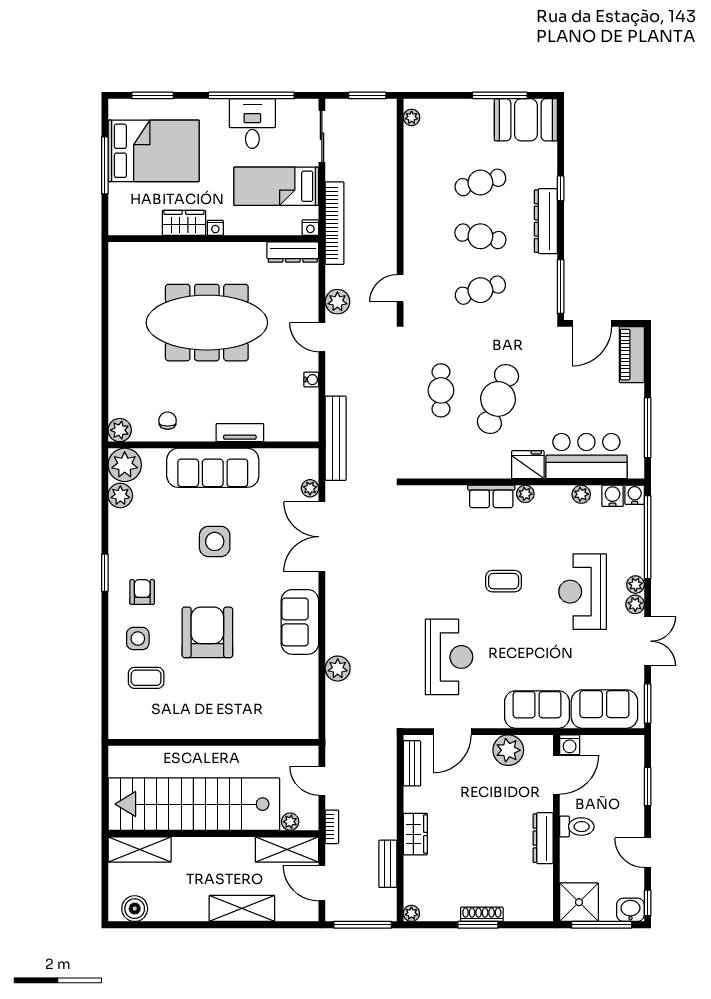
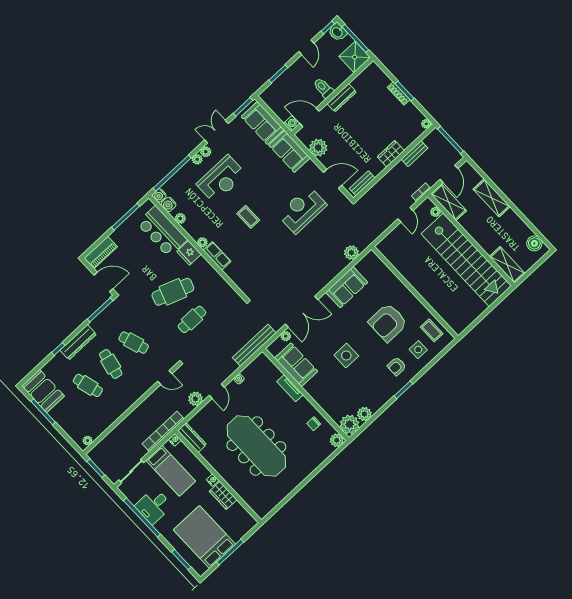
sofa: (213, 468) -> (296, 365), moved, width x0.73
wall: (213, 742) -> (415, 293), moved

